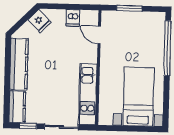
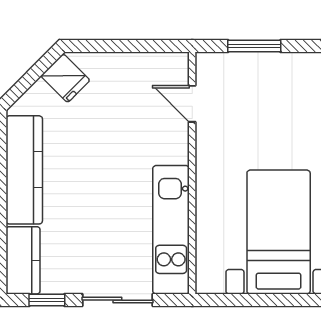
dishwasher: (73, 18) -> (136, 70), removed

